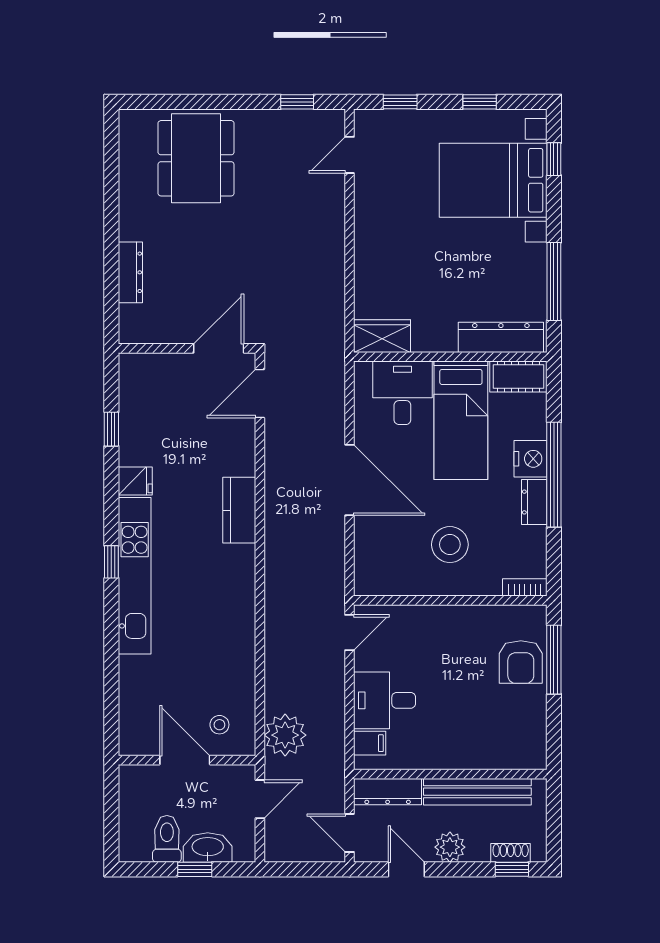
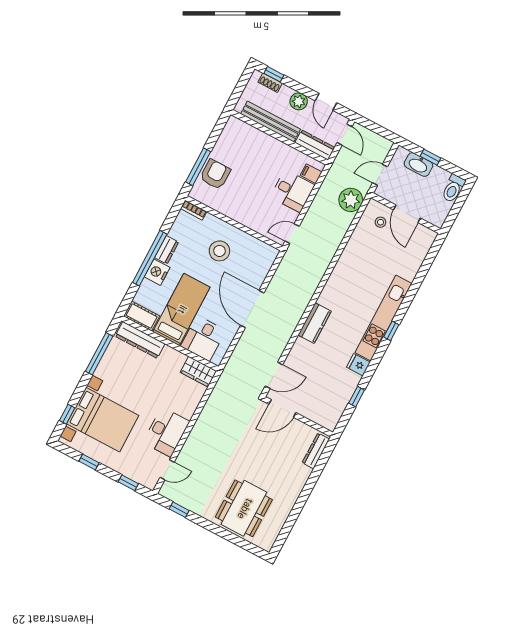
desk: (383, 214) -> (166, 432), added
dresser: (130, 272) -> (316, 451), moved
toilet: (167, 839) -> (453, 188), moved

